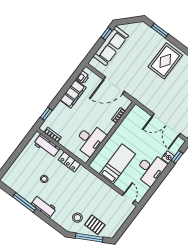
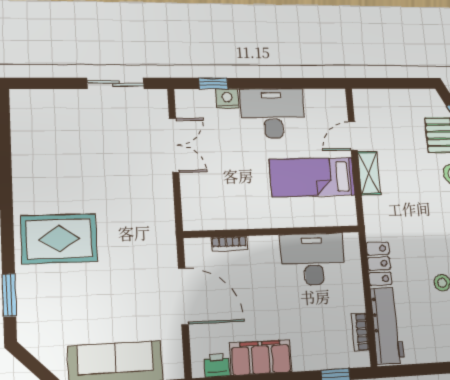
double door: (166, 125) -> (174, 145), width x0.73
workbench: (47, 146) -> (387, 326), width x1.38
shelving: (103, 186) -> (369, 173), added
door: (129, 198) -> (353, 136), moved

